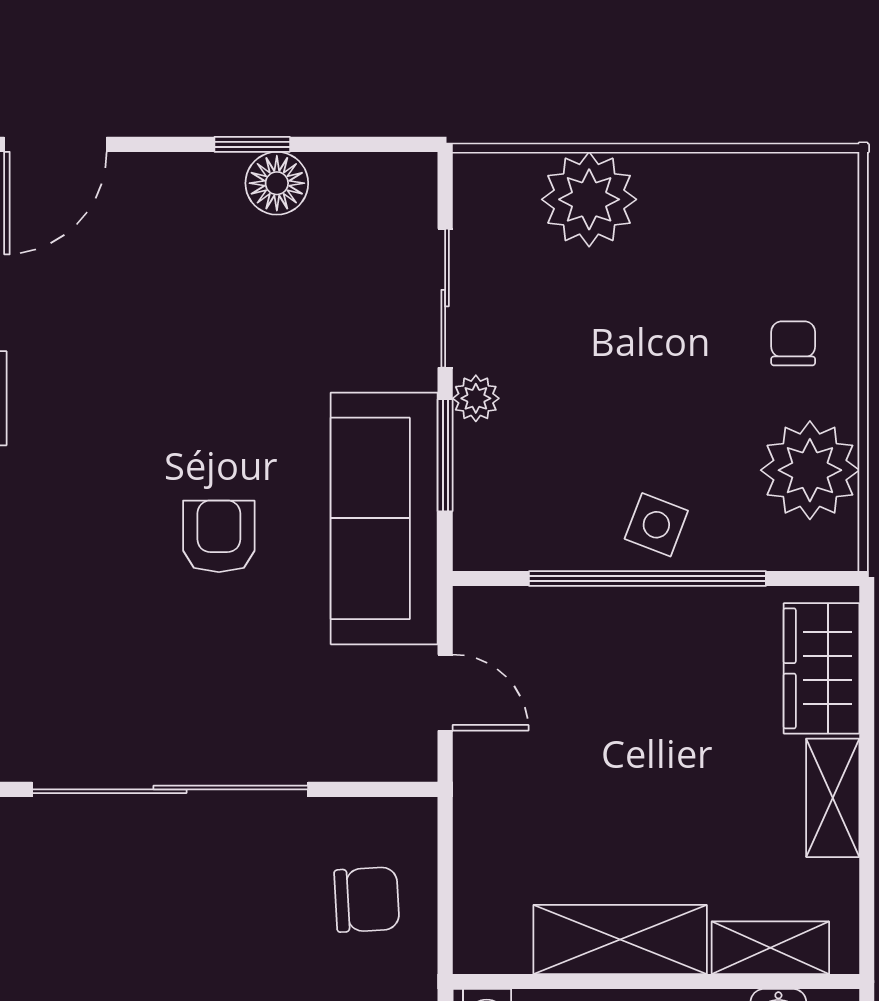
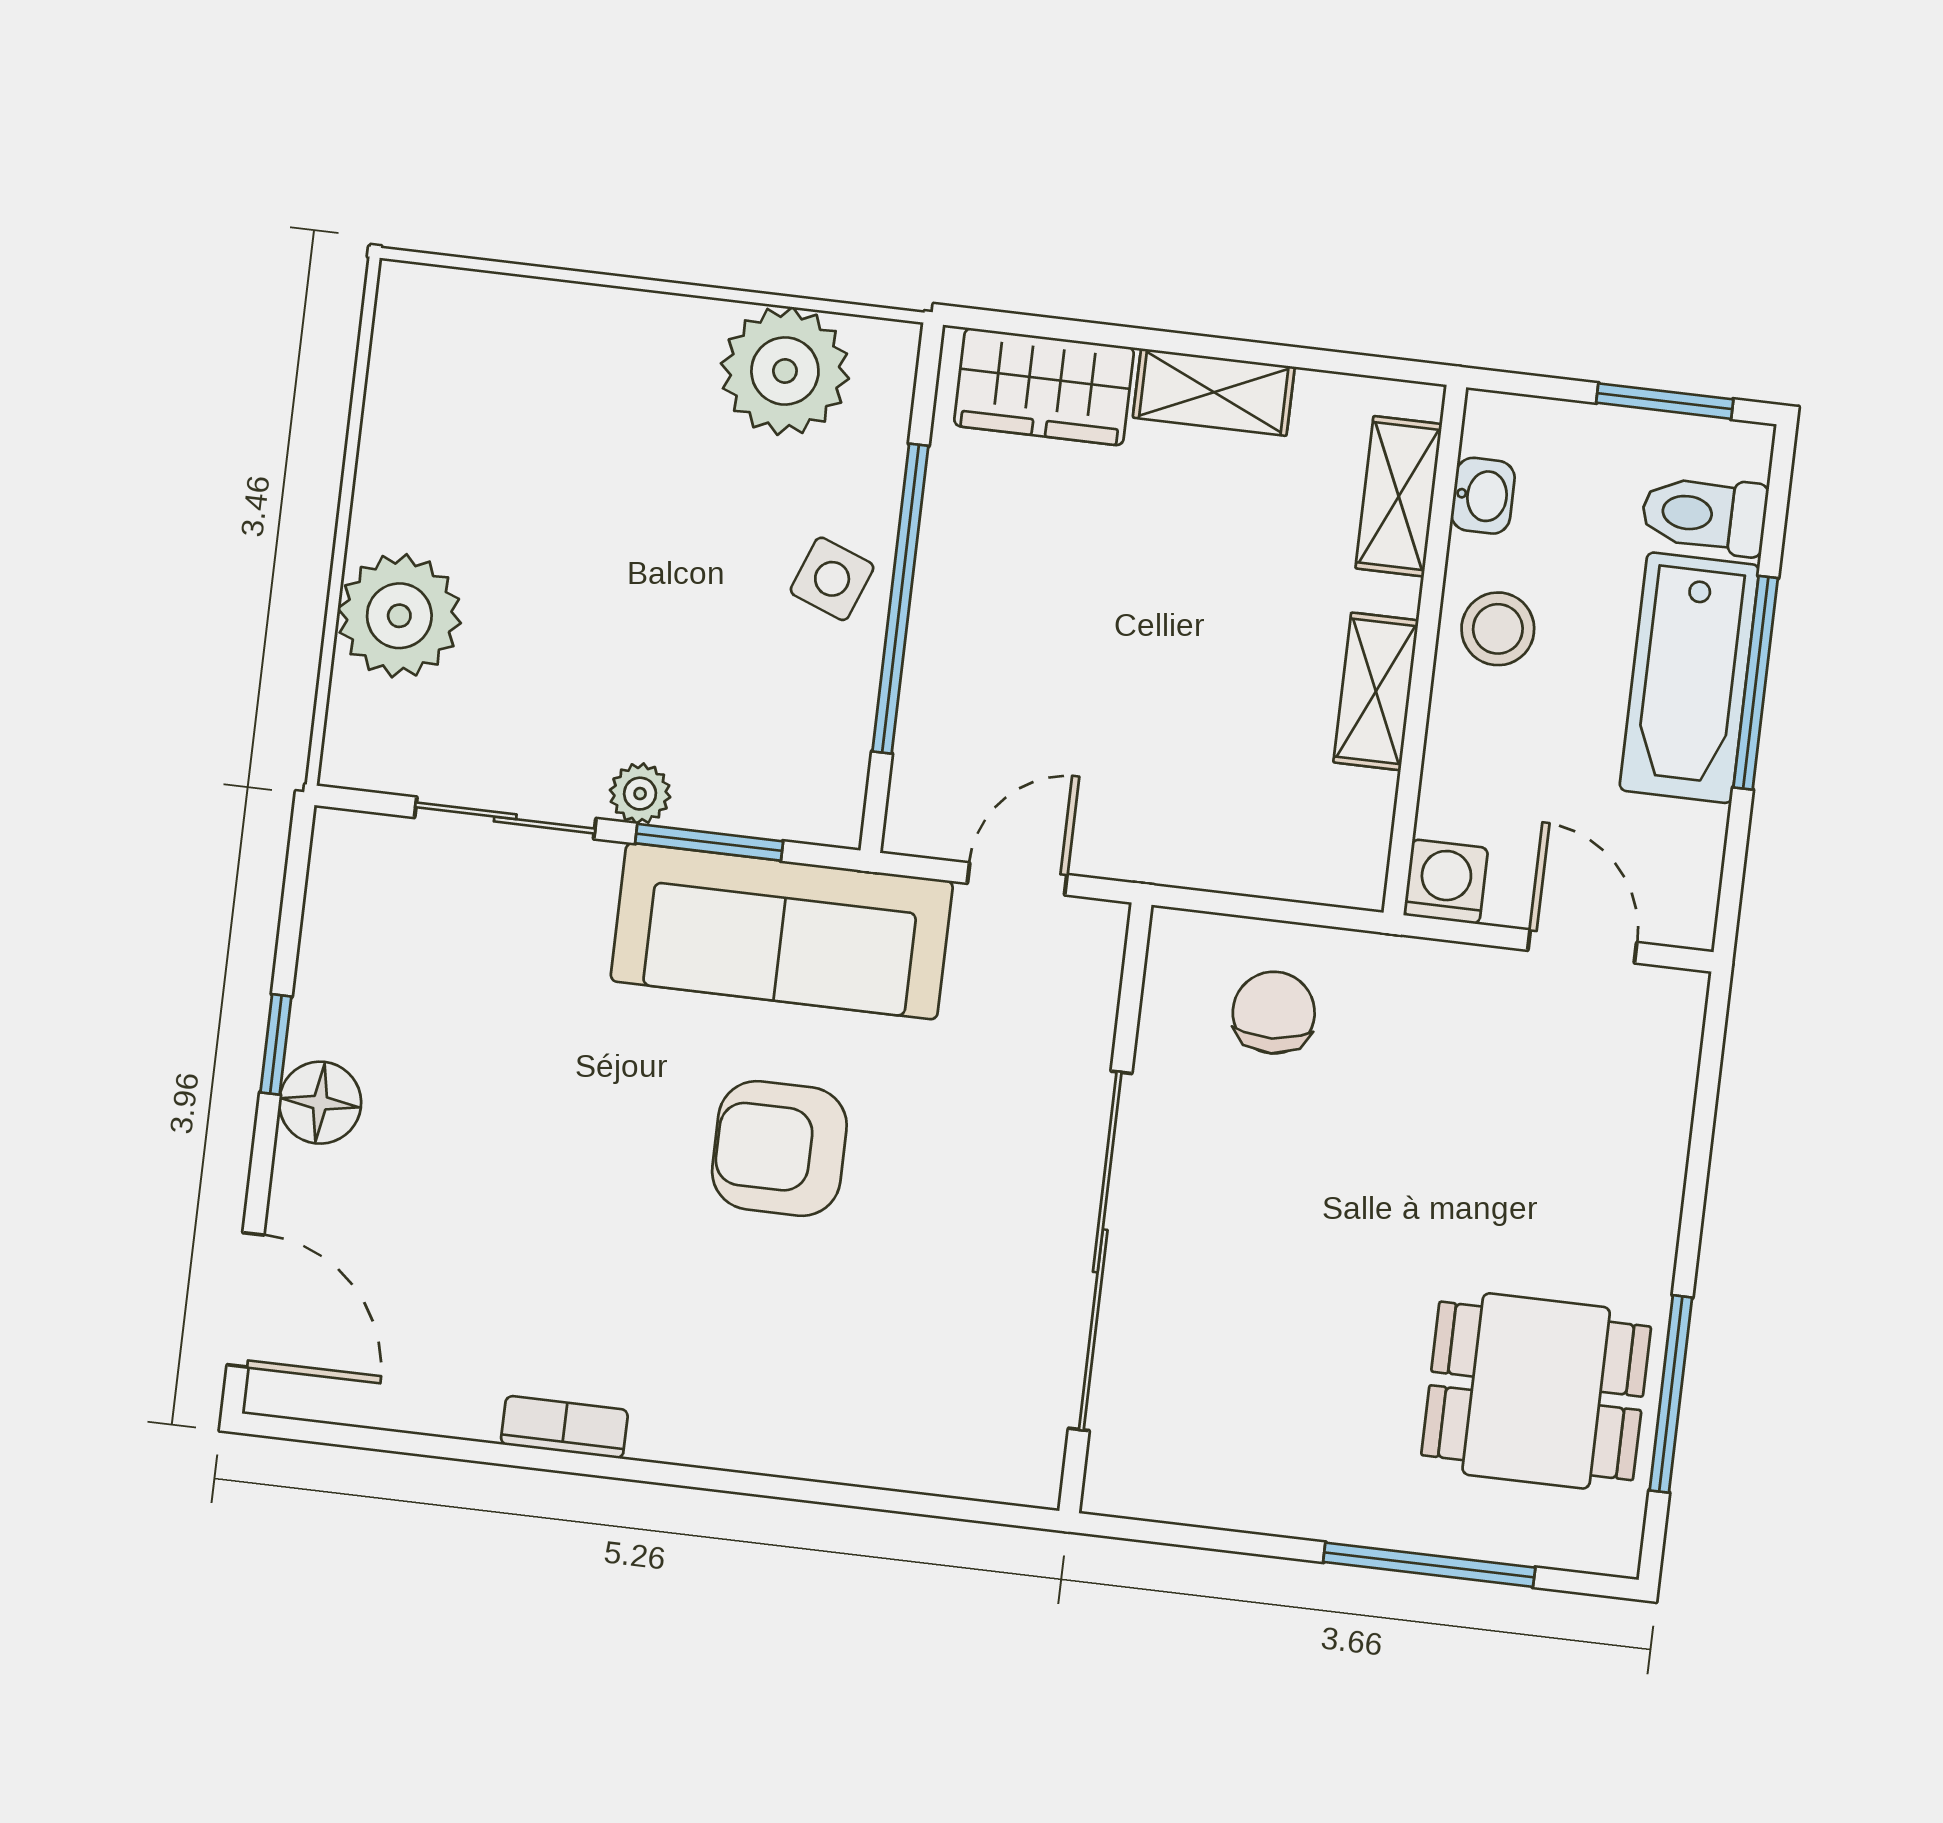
floor lamp: (277, 183) -> (320, 1103), moved
chair: (793, 343) -> (618, 373), removed
armchair: (219, 536) -> (779, 1148), width x1.38, depth x1.38
shelving: (620, 939) -> (1376, 691), width x0.67, depth x0.75

